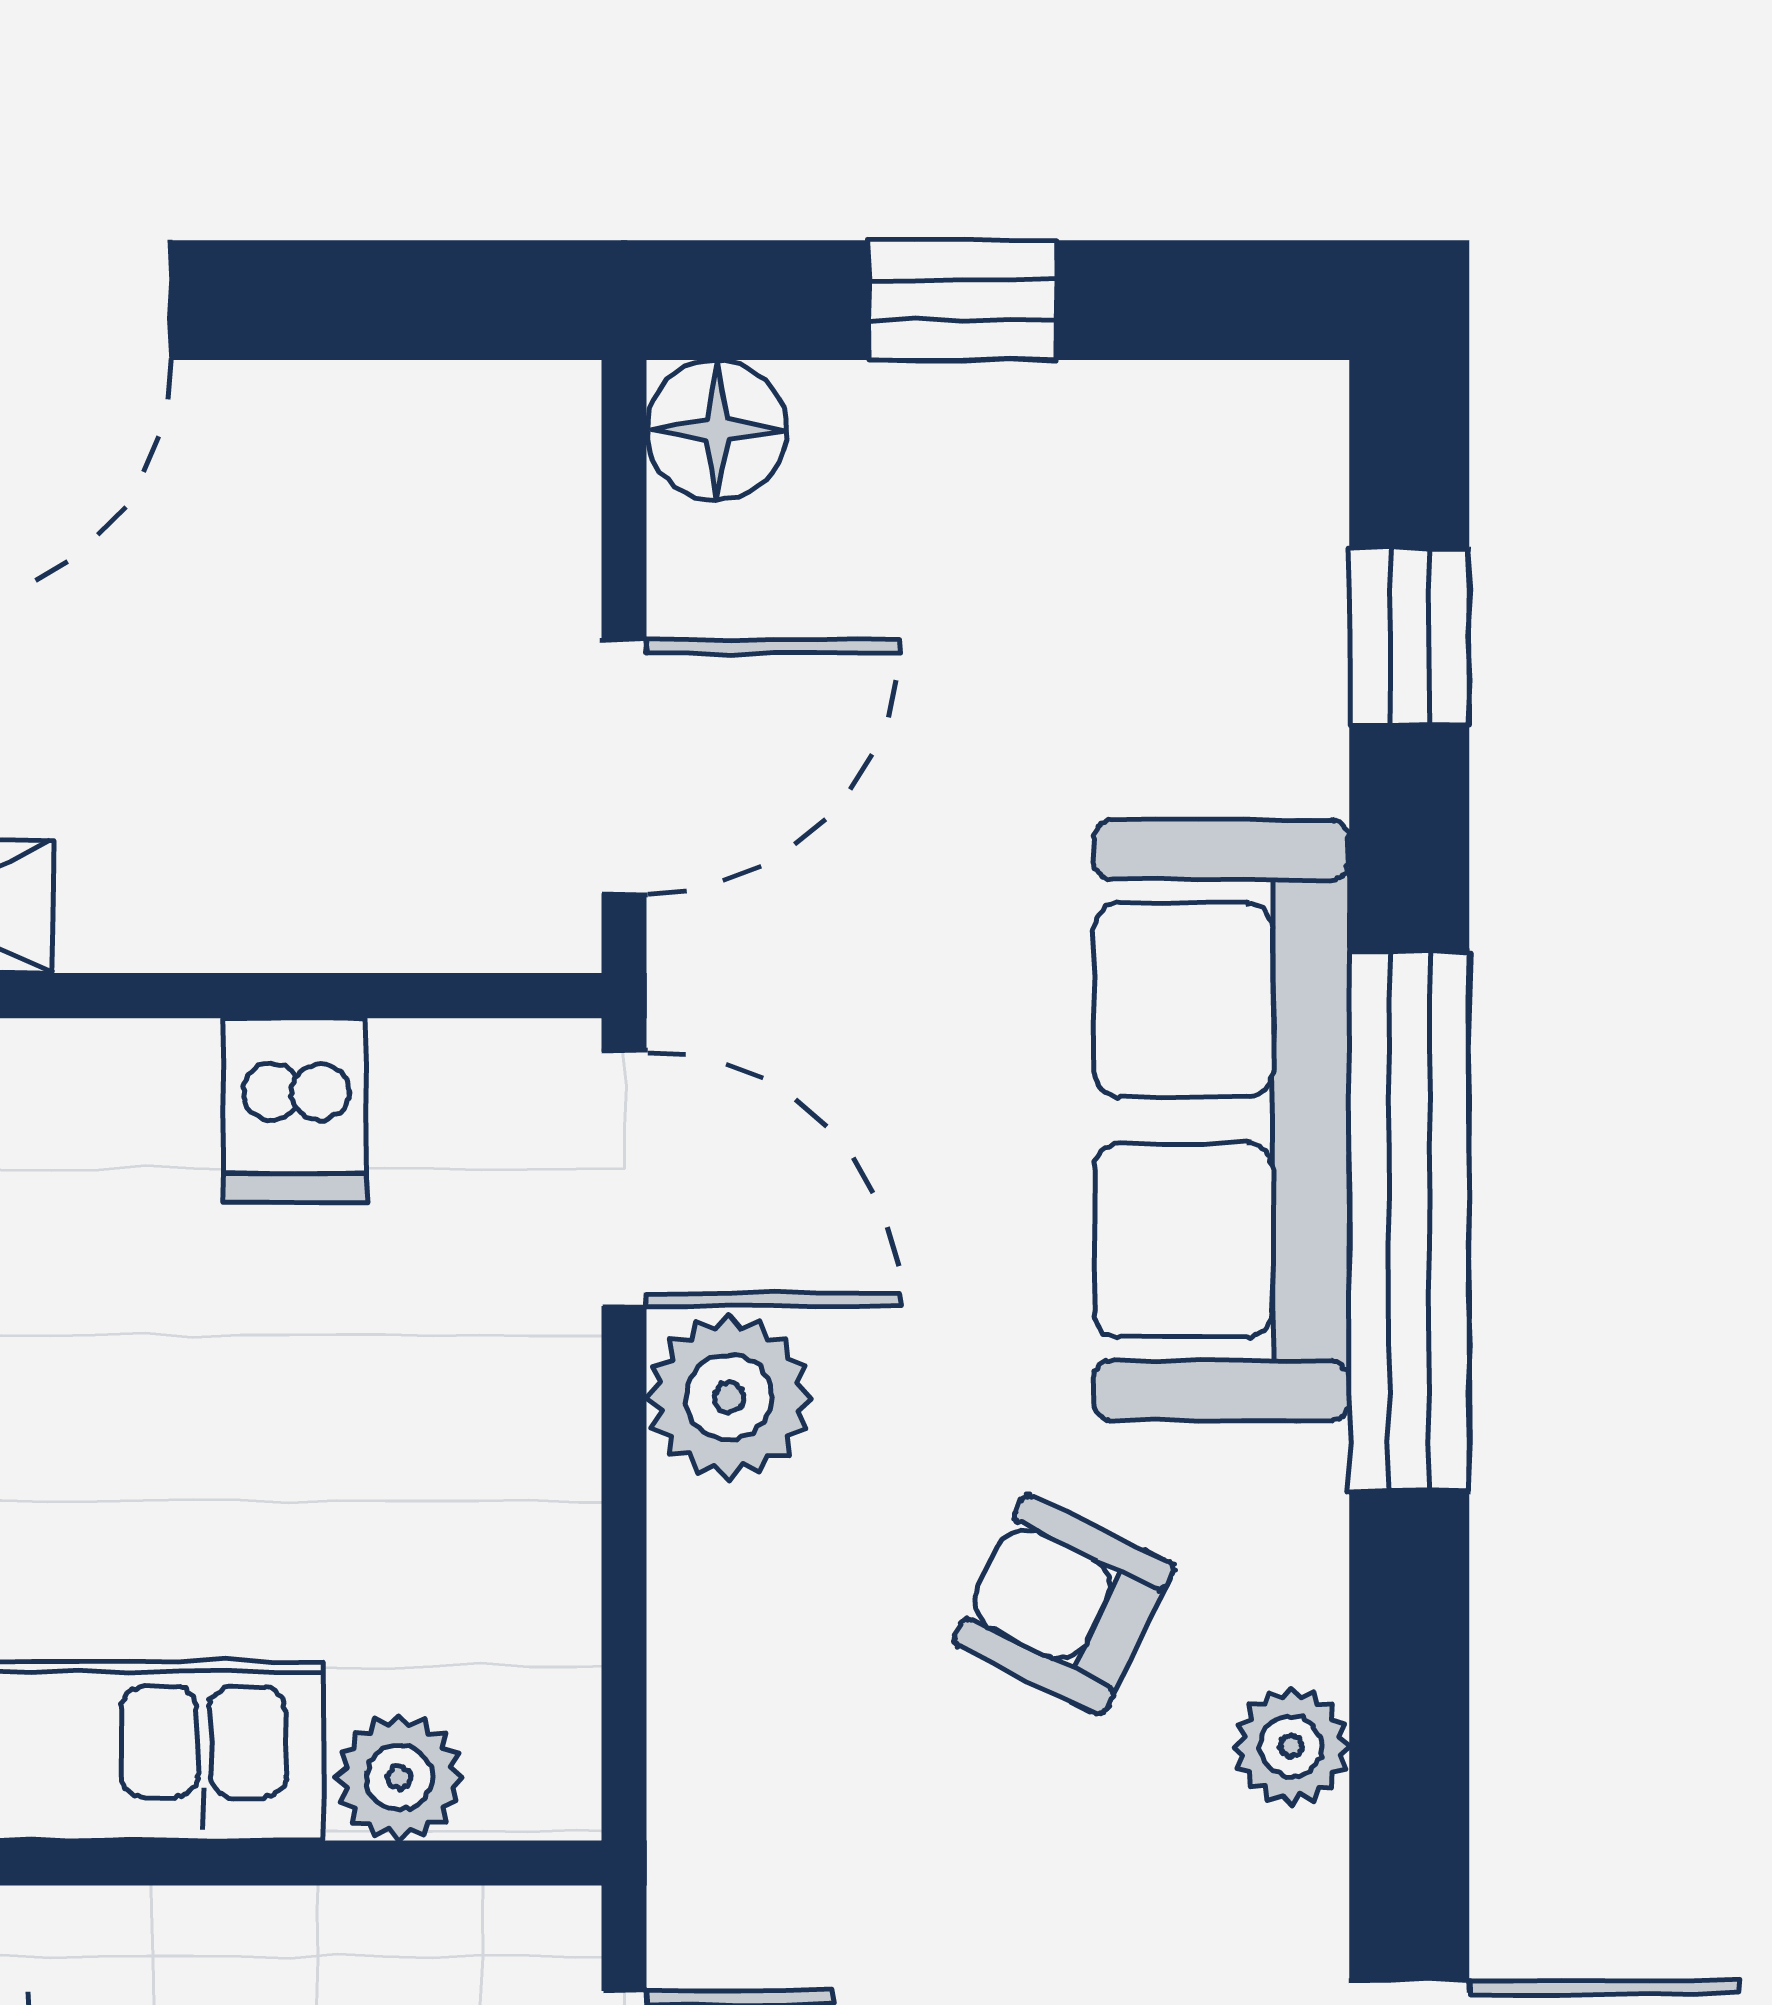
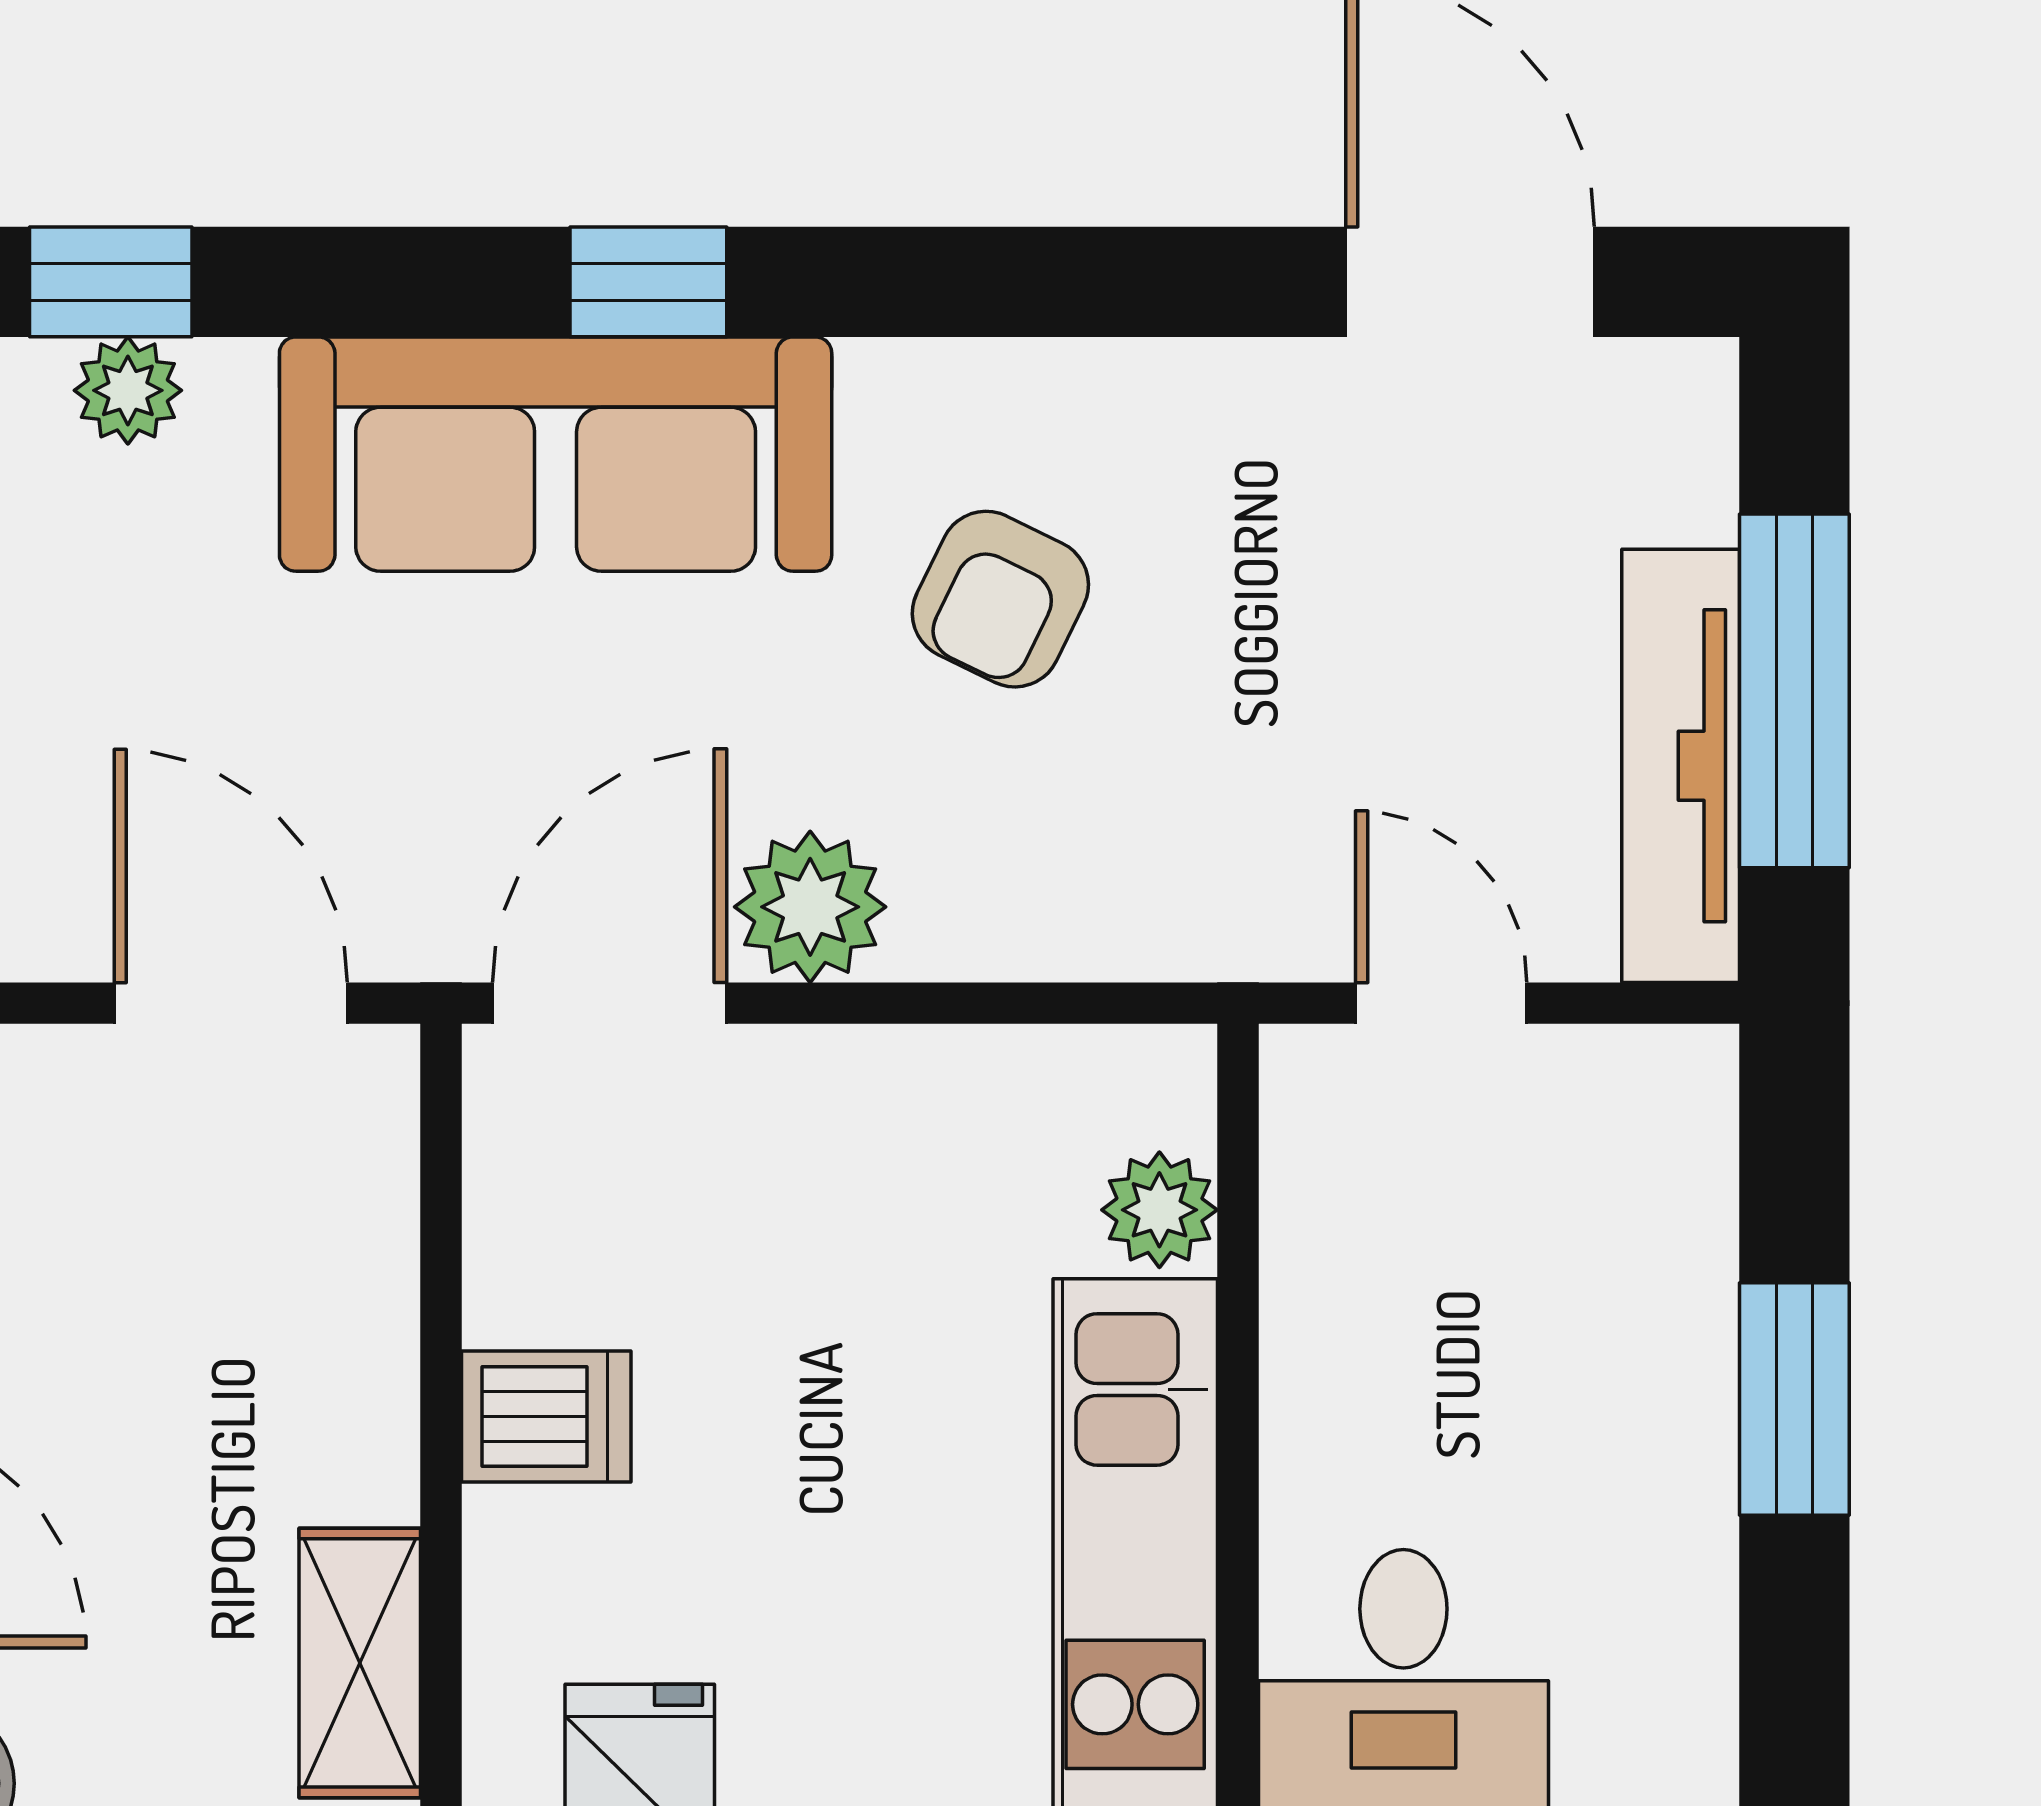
dishwasher: (295, 1110) -> (546, 1417), moved
window: (1409, 1221) -> (648, 282), width x0.32
plant: (1291, 1746) -> (128, 390), moved

